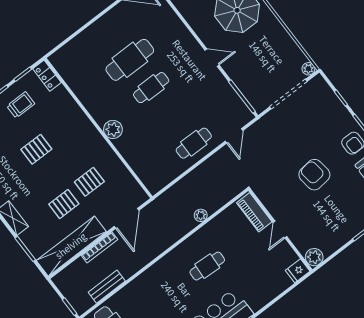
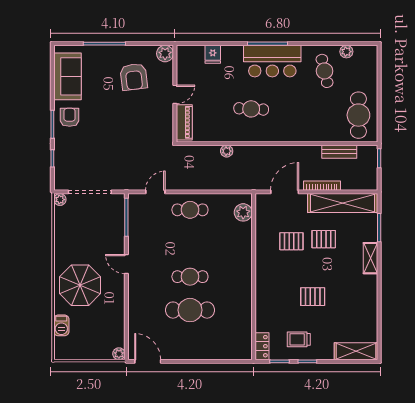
plant: (113, 129) -> (243, 212), moved
armchair: (314, 175) -> (134, 77), moved
fridge: (298, 271) -> (213, 54), moved, turned 90

